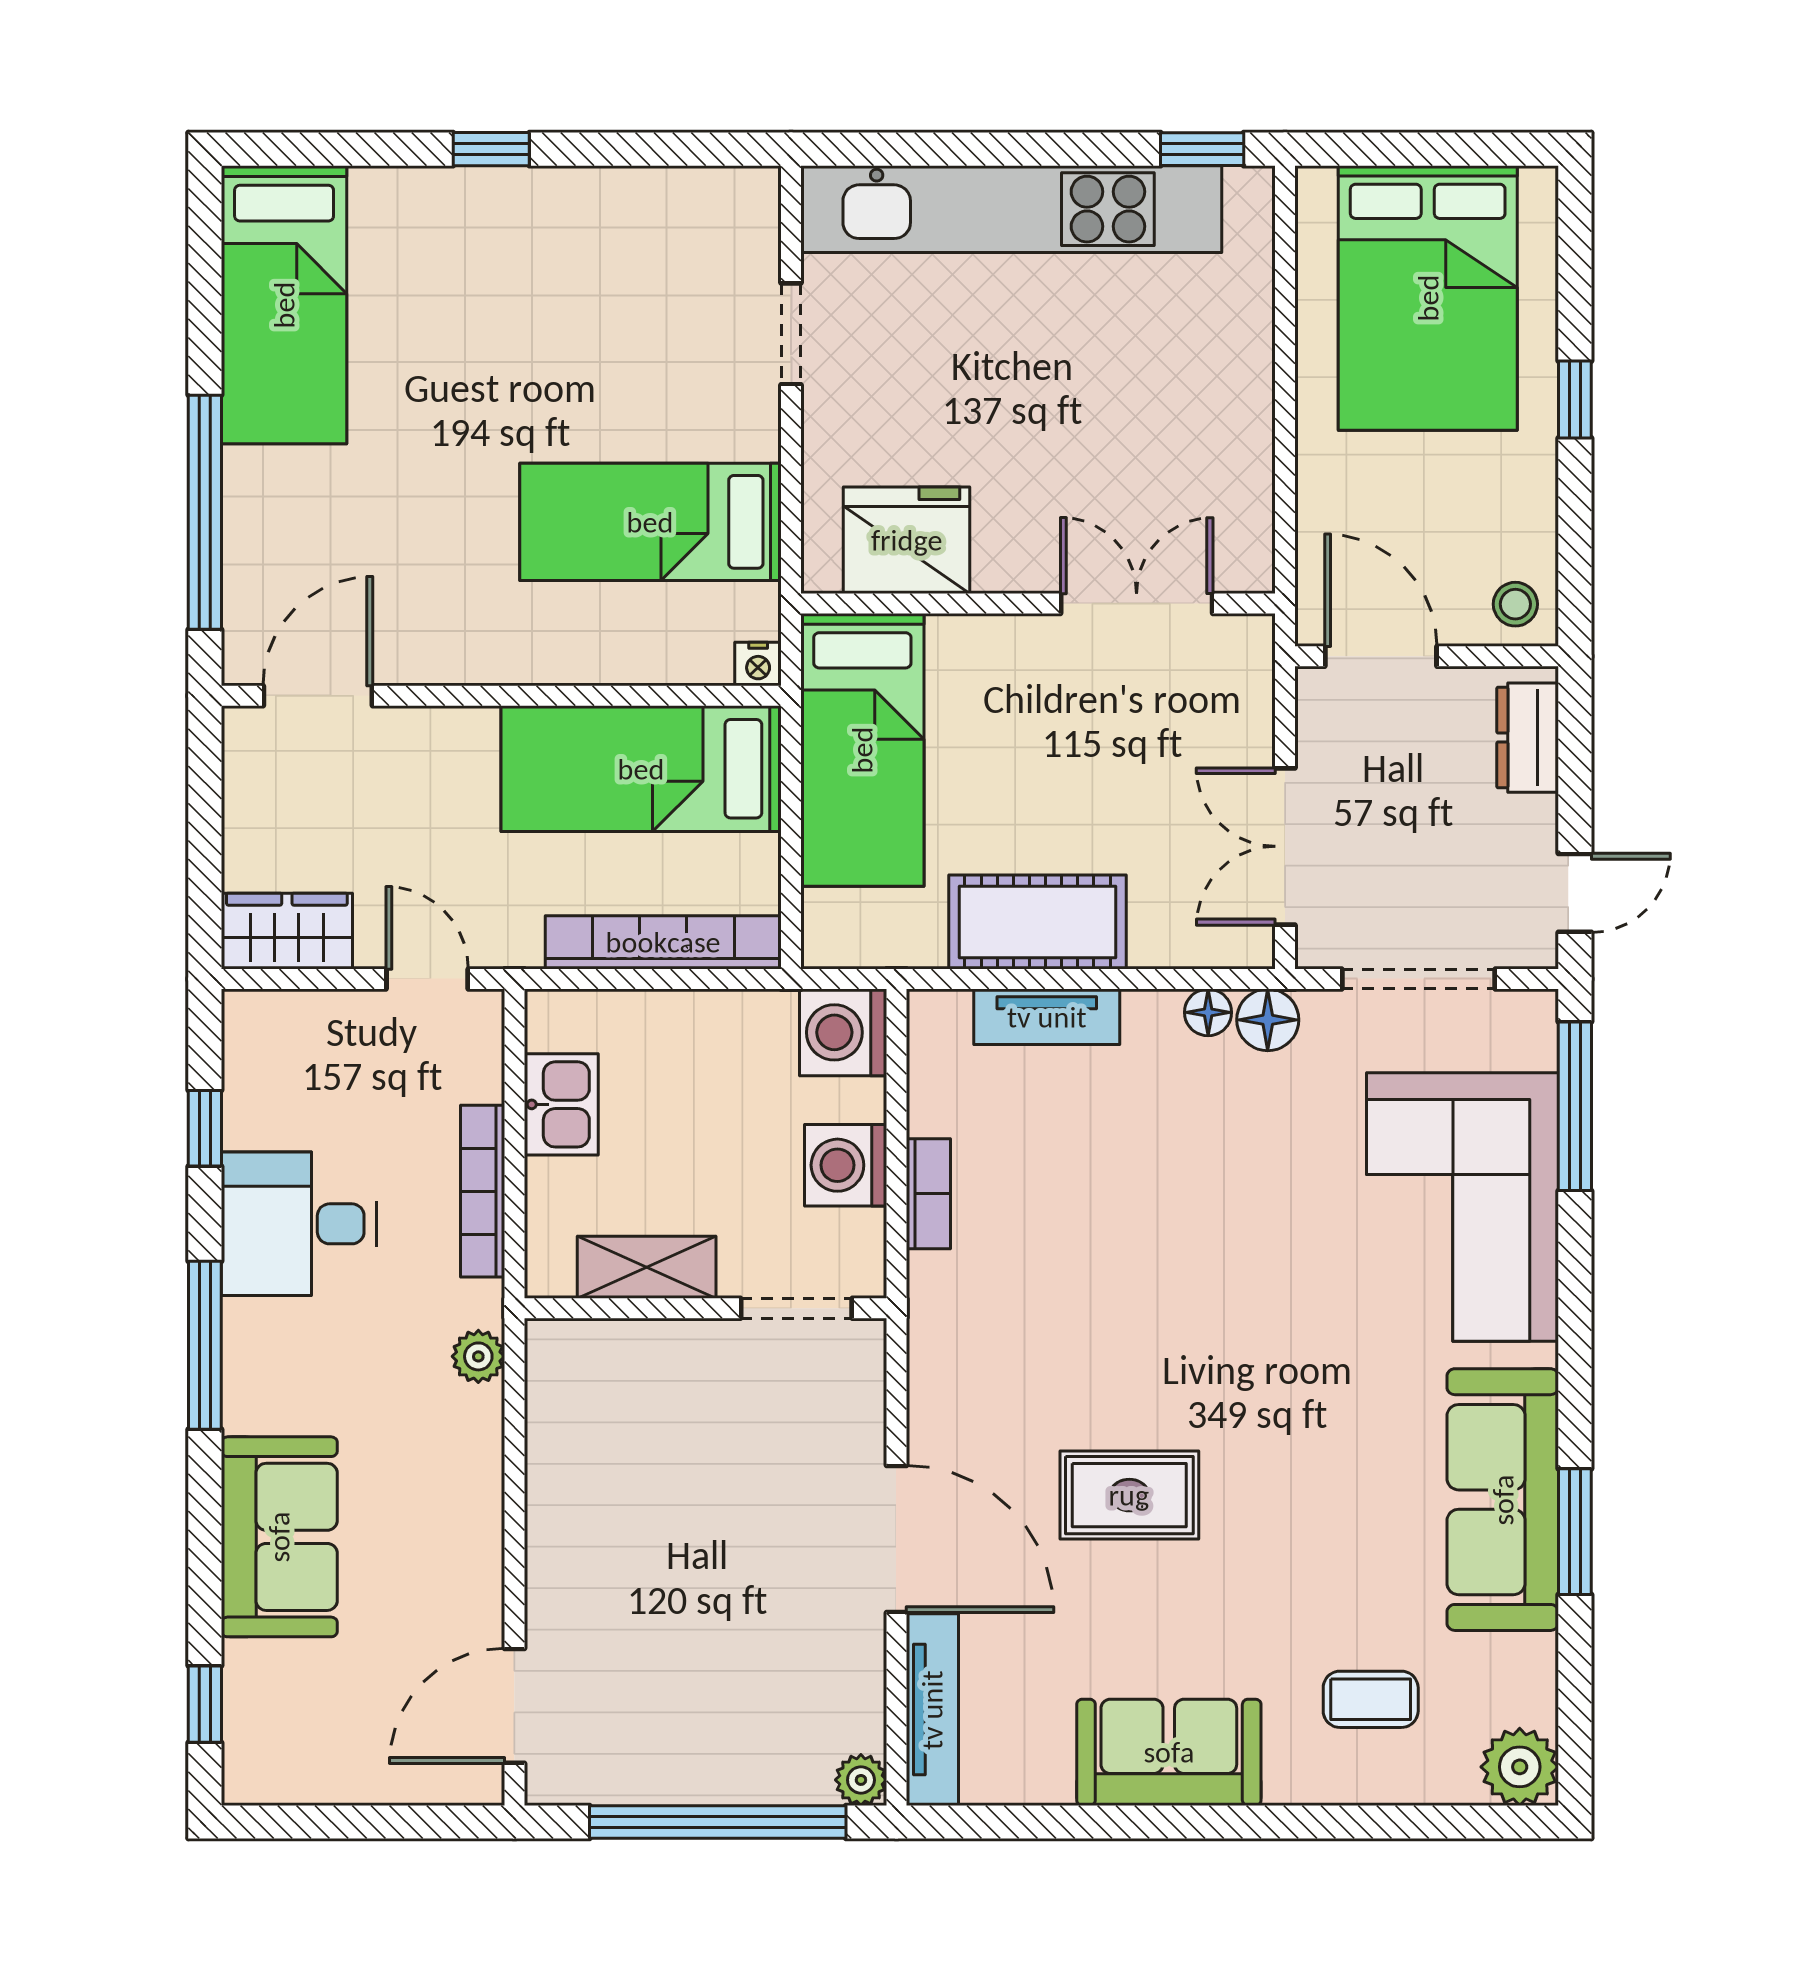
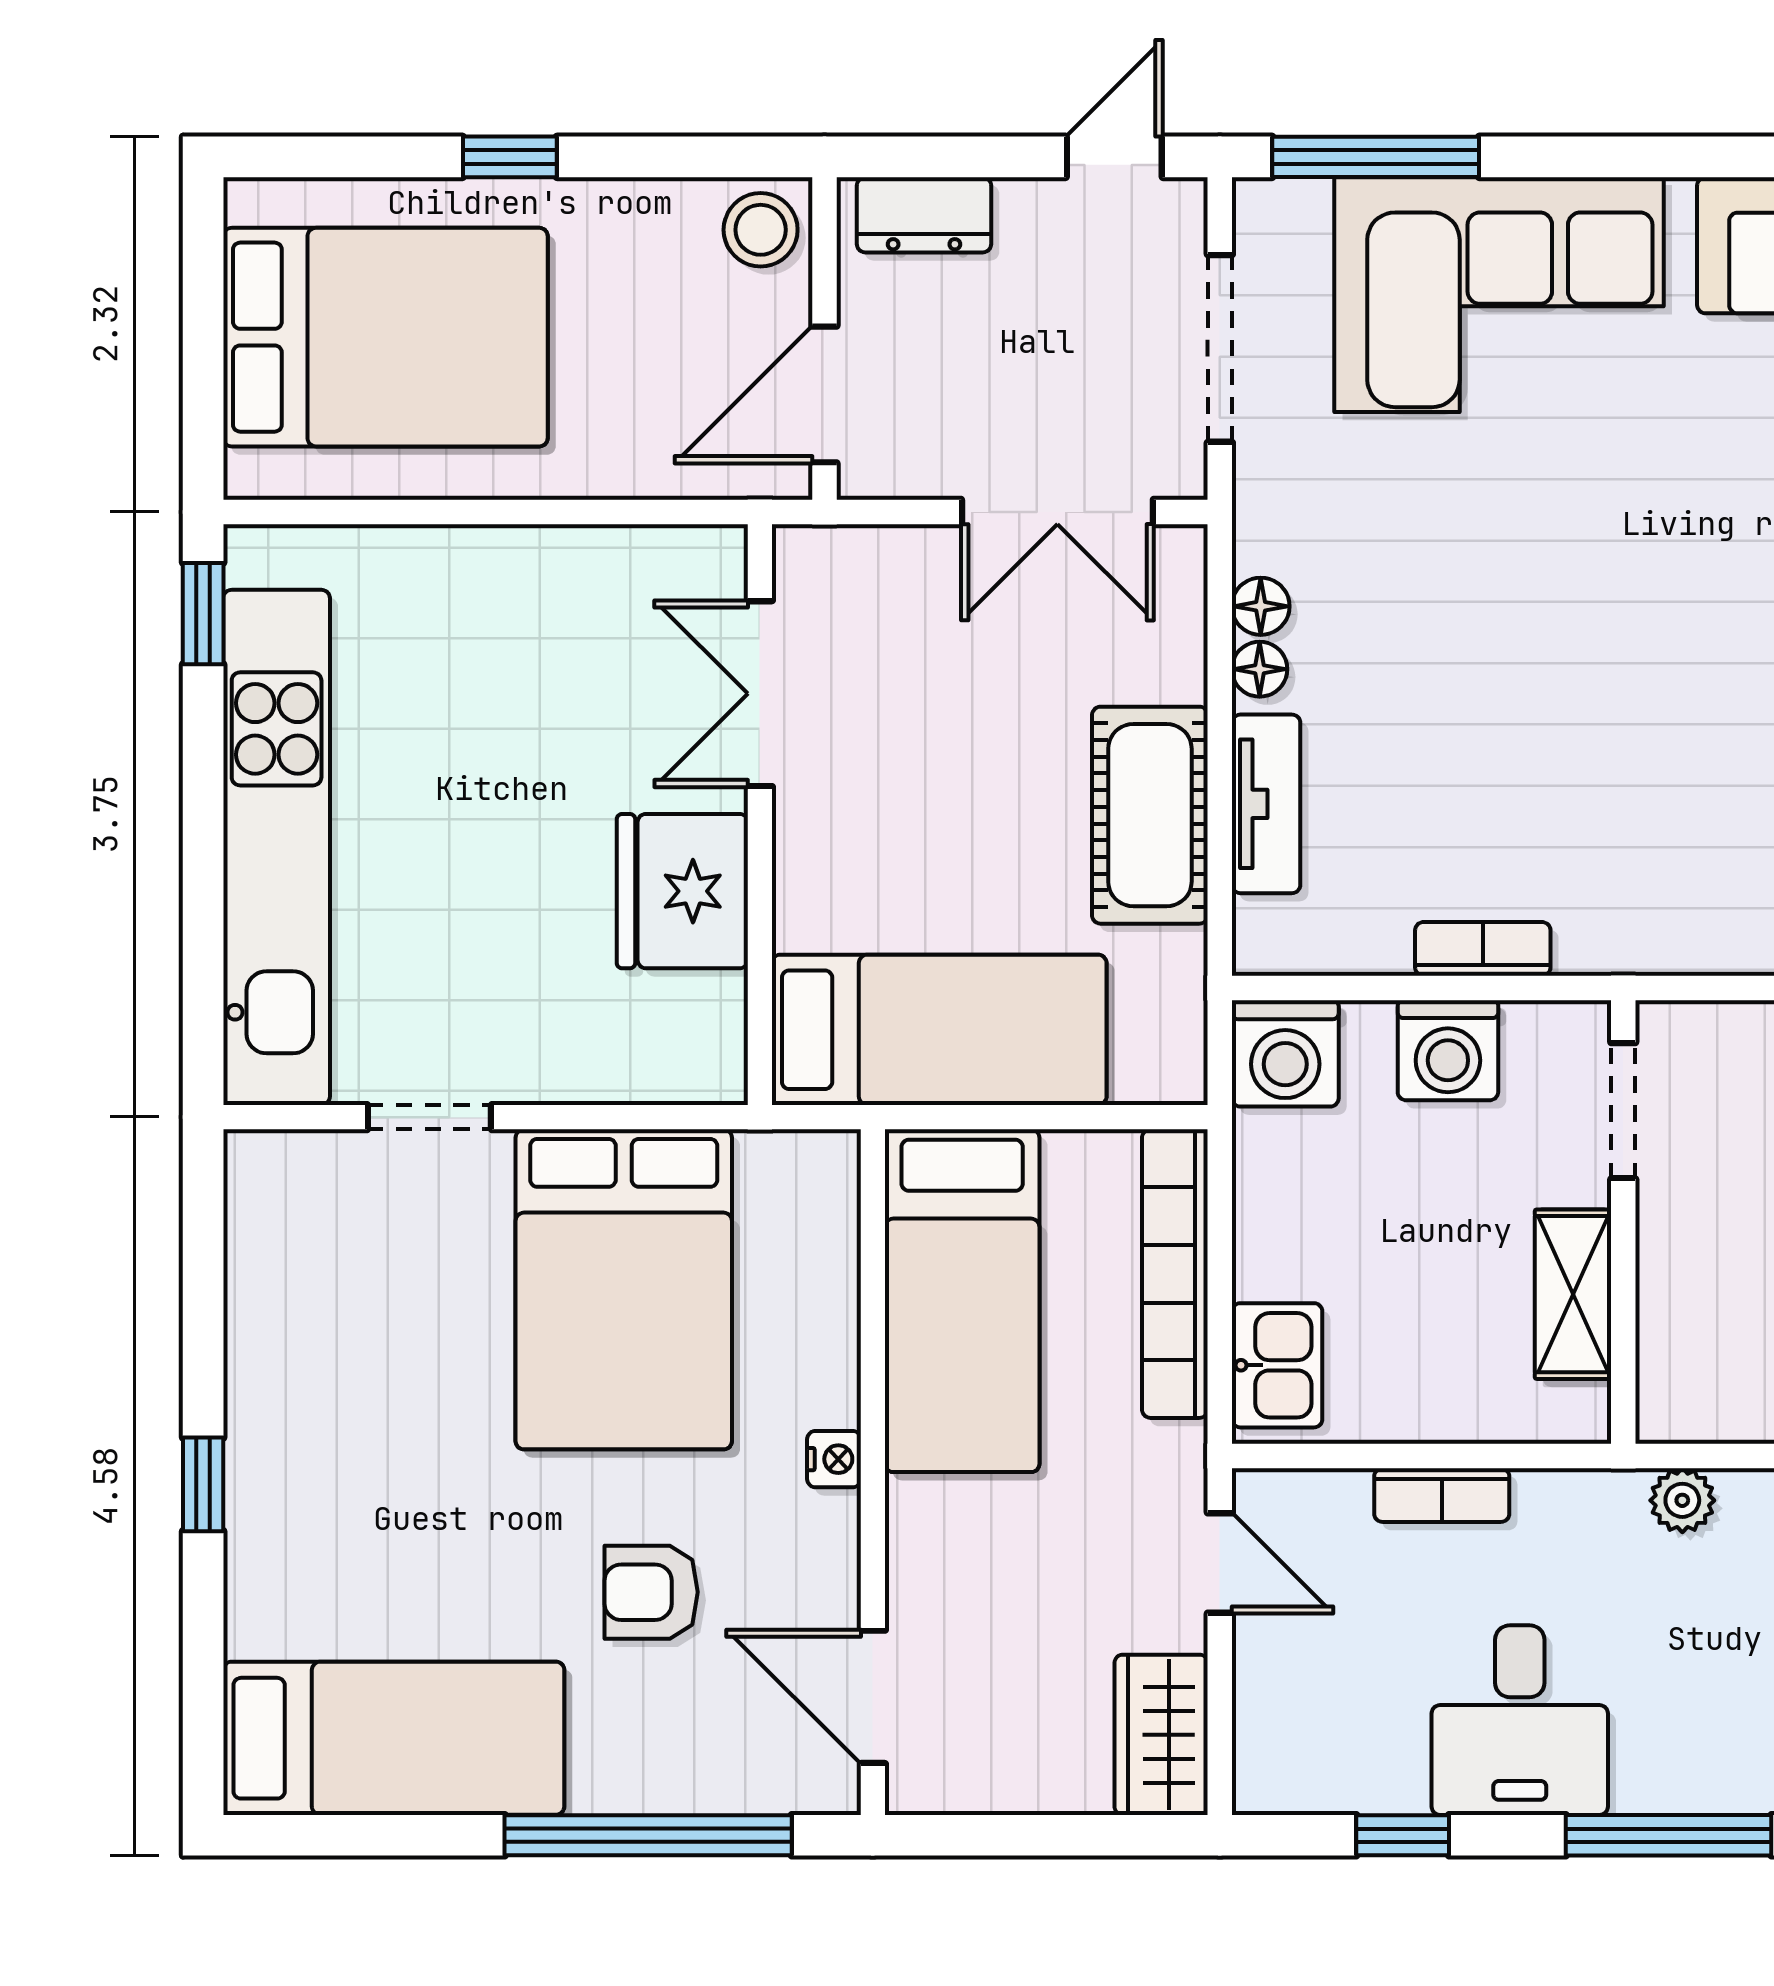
armchair: (403, 515) -> (651, 1592), added
bed: (650, 522) -> (624, 1289), width x1.50
fridge: (907, 540) -> (682, 891), moved
stool: (1515, 604) -> (761, 230), width x1.37, depth x1.37
nightstand: (758, 664) -> (834, 1459), moved
door: (1575, 893) -> (1114, 157), hinge flipped
door: (427, 979) -> (1220, 1563), swing flipped
floor lamp: (1268, 1020) -> (1260, 669), moved, width x0.73, depth x0.73
kitchen sink: (561, 1104) -> (1277, 1365), moved, turned 90
bookcase: (483, 1191) -> (1442, 1495), width x0.64

